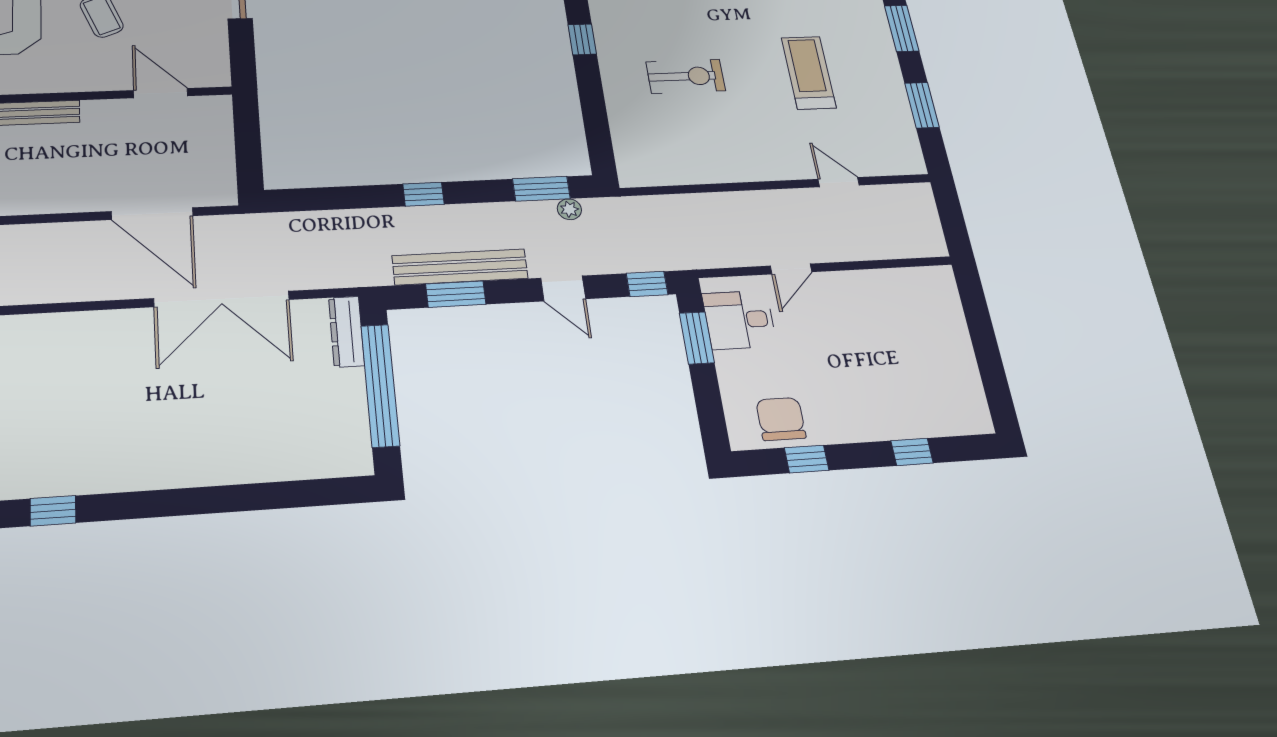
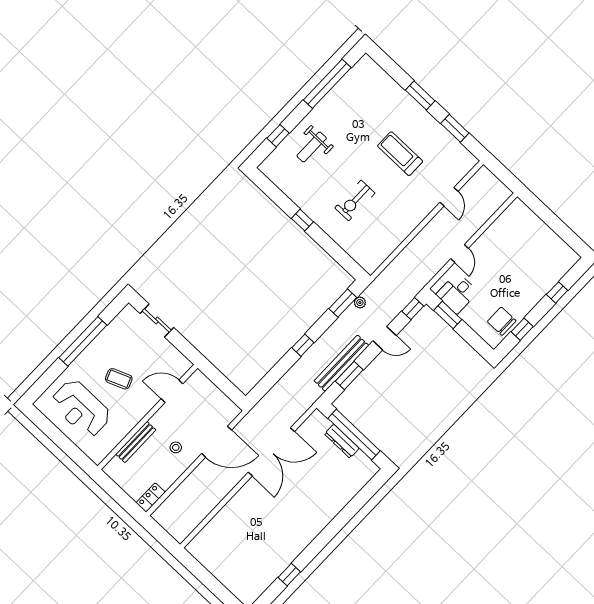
exercise bike: (686, 76) -> (355, 200), turned 180
stool: (82, 170) -> (176, 447), added
door: (839, 182) -> (449, 197), swing flipped
dresser: (346, 332) -> (342, 441), moved

